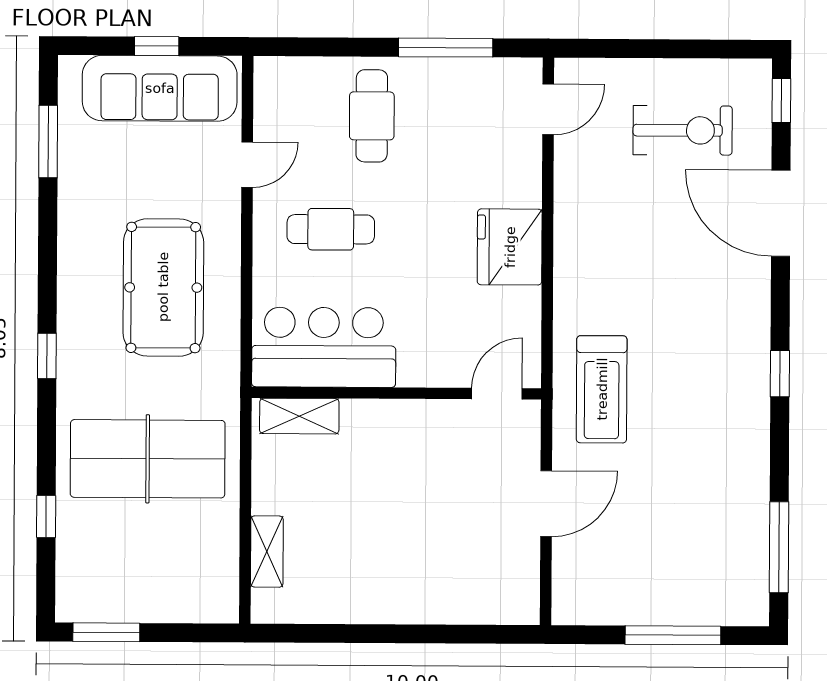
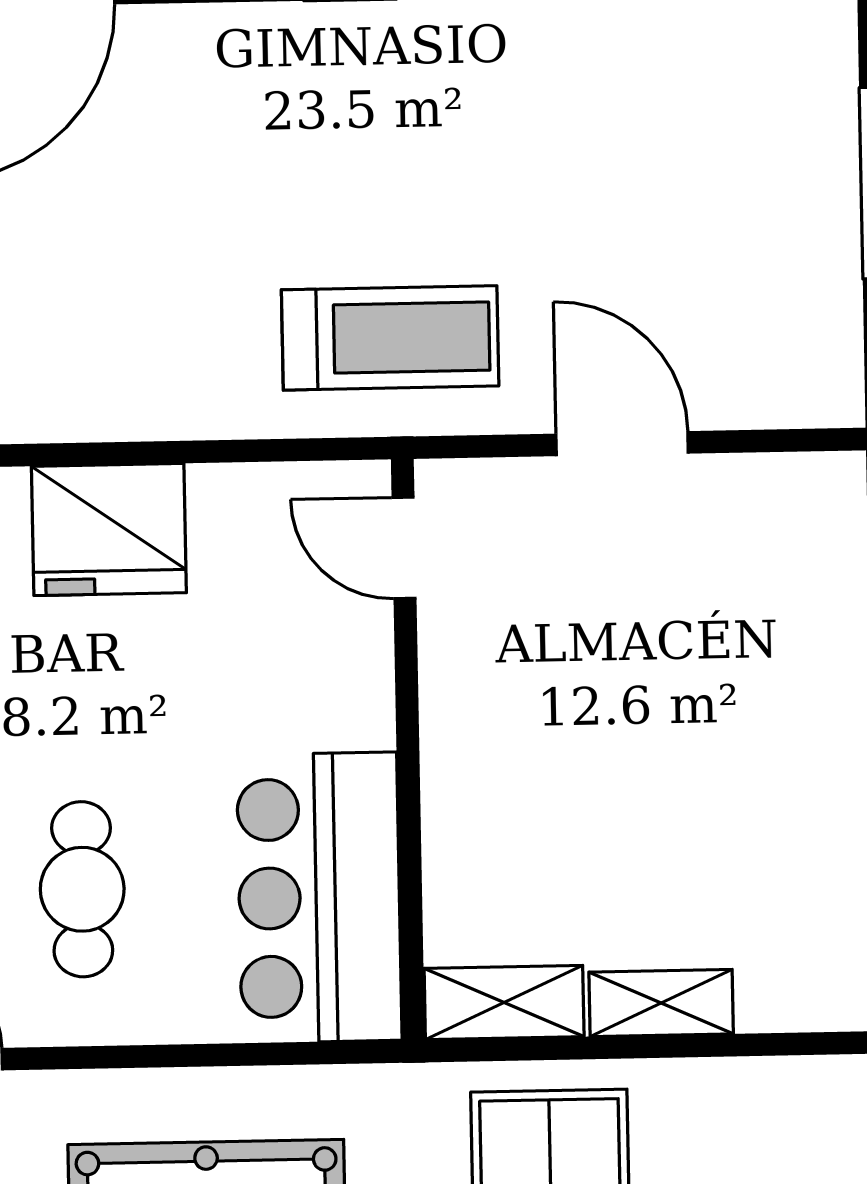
shelving: (299, 416) -> (504, 1002), moved, turned 90
shelving: (267, 552) -> (661, 1003), moved

